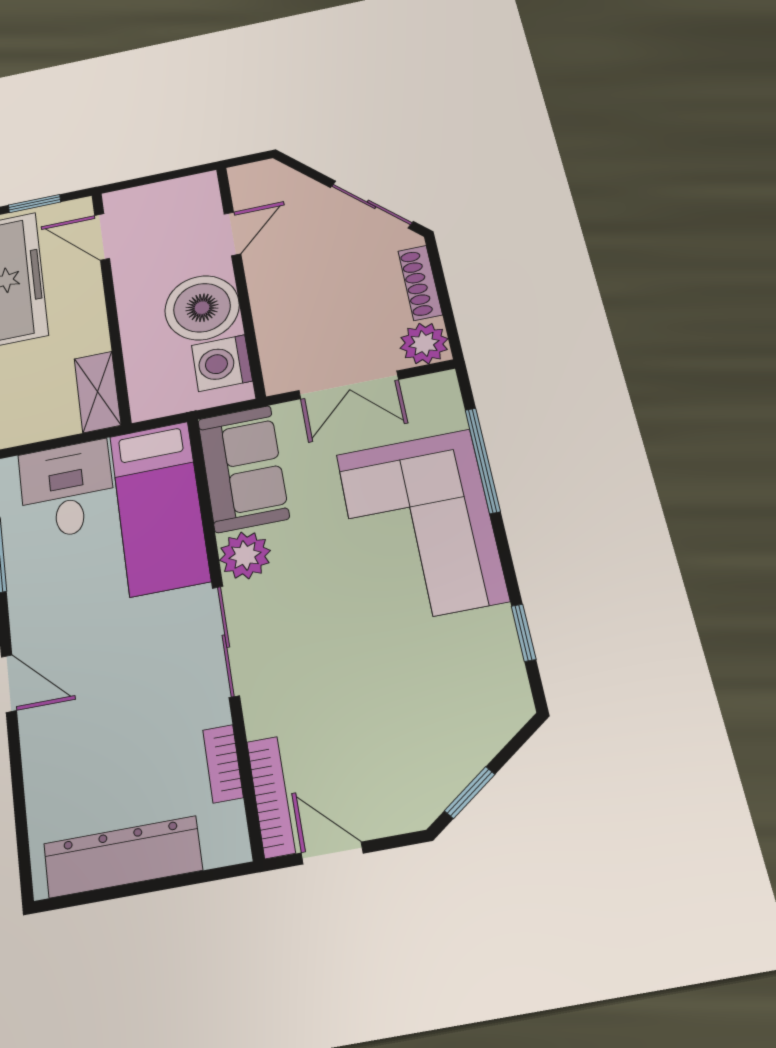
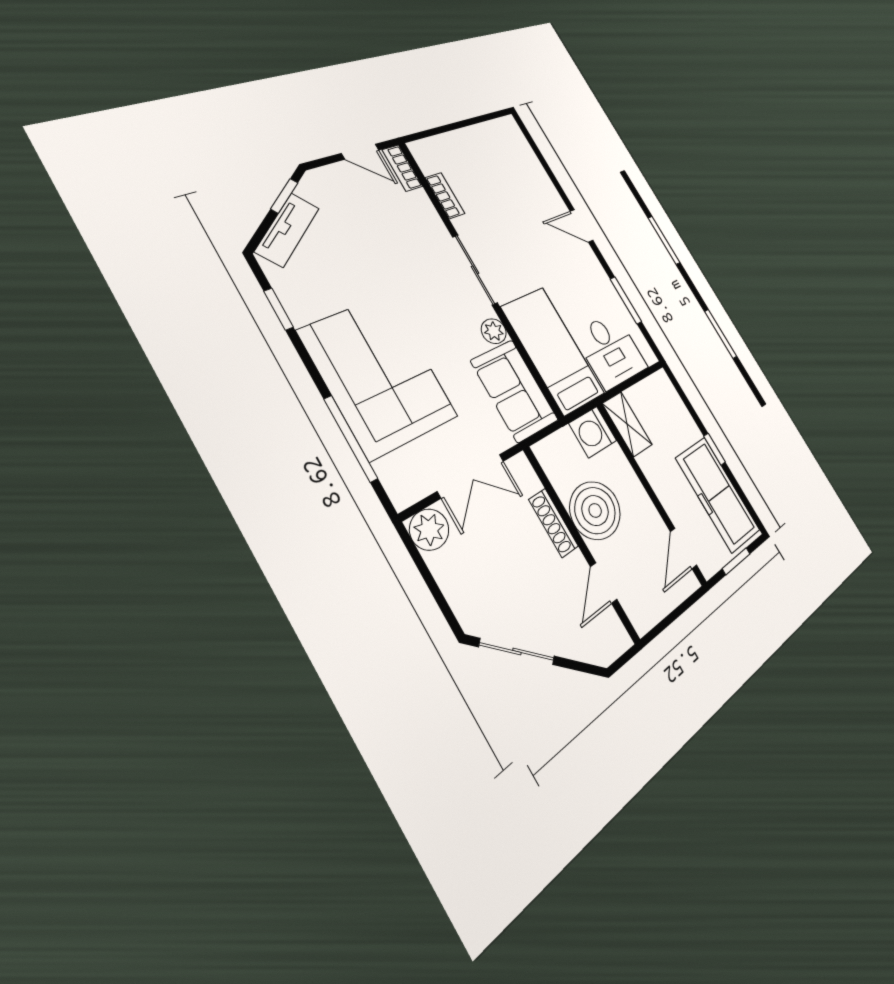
door: (102, 237) -> (684, 548), swing flipped
shoe rack: (420, 283) -> (553, 523), moved, turned 180
washing machine: (222, 363) -> (593, 432), moved, turned 180
double door: (349, 385) -> (471, 476), swing flipped
plant: (245, 555) -> (494, 331), width x0.73, depth x0.73
tv unit: (480, 741) -> (287, 230), added
bookcase: (271, 797) -> (402, 168), width x0.64
dresser: (123, 857) -> (477, 140), removed

